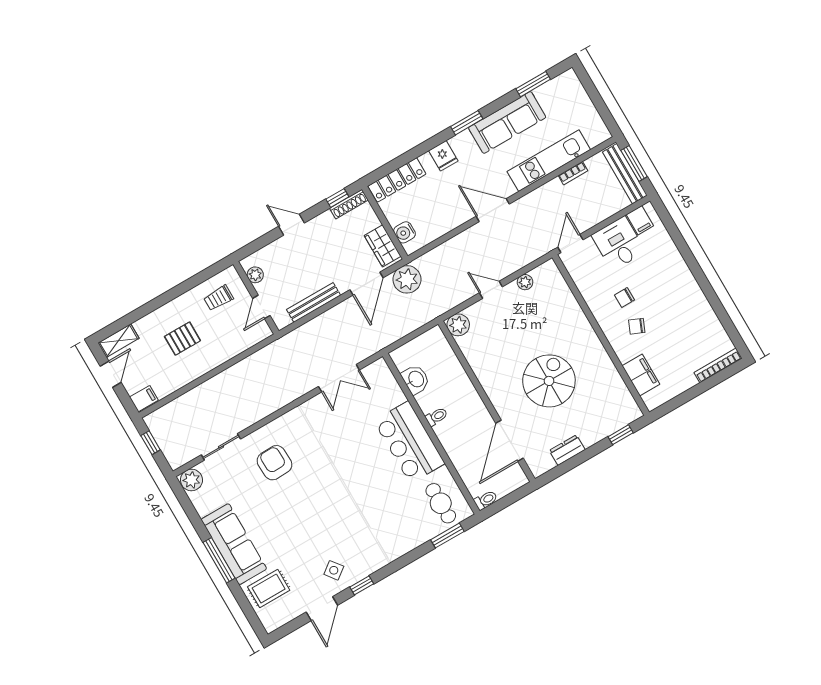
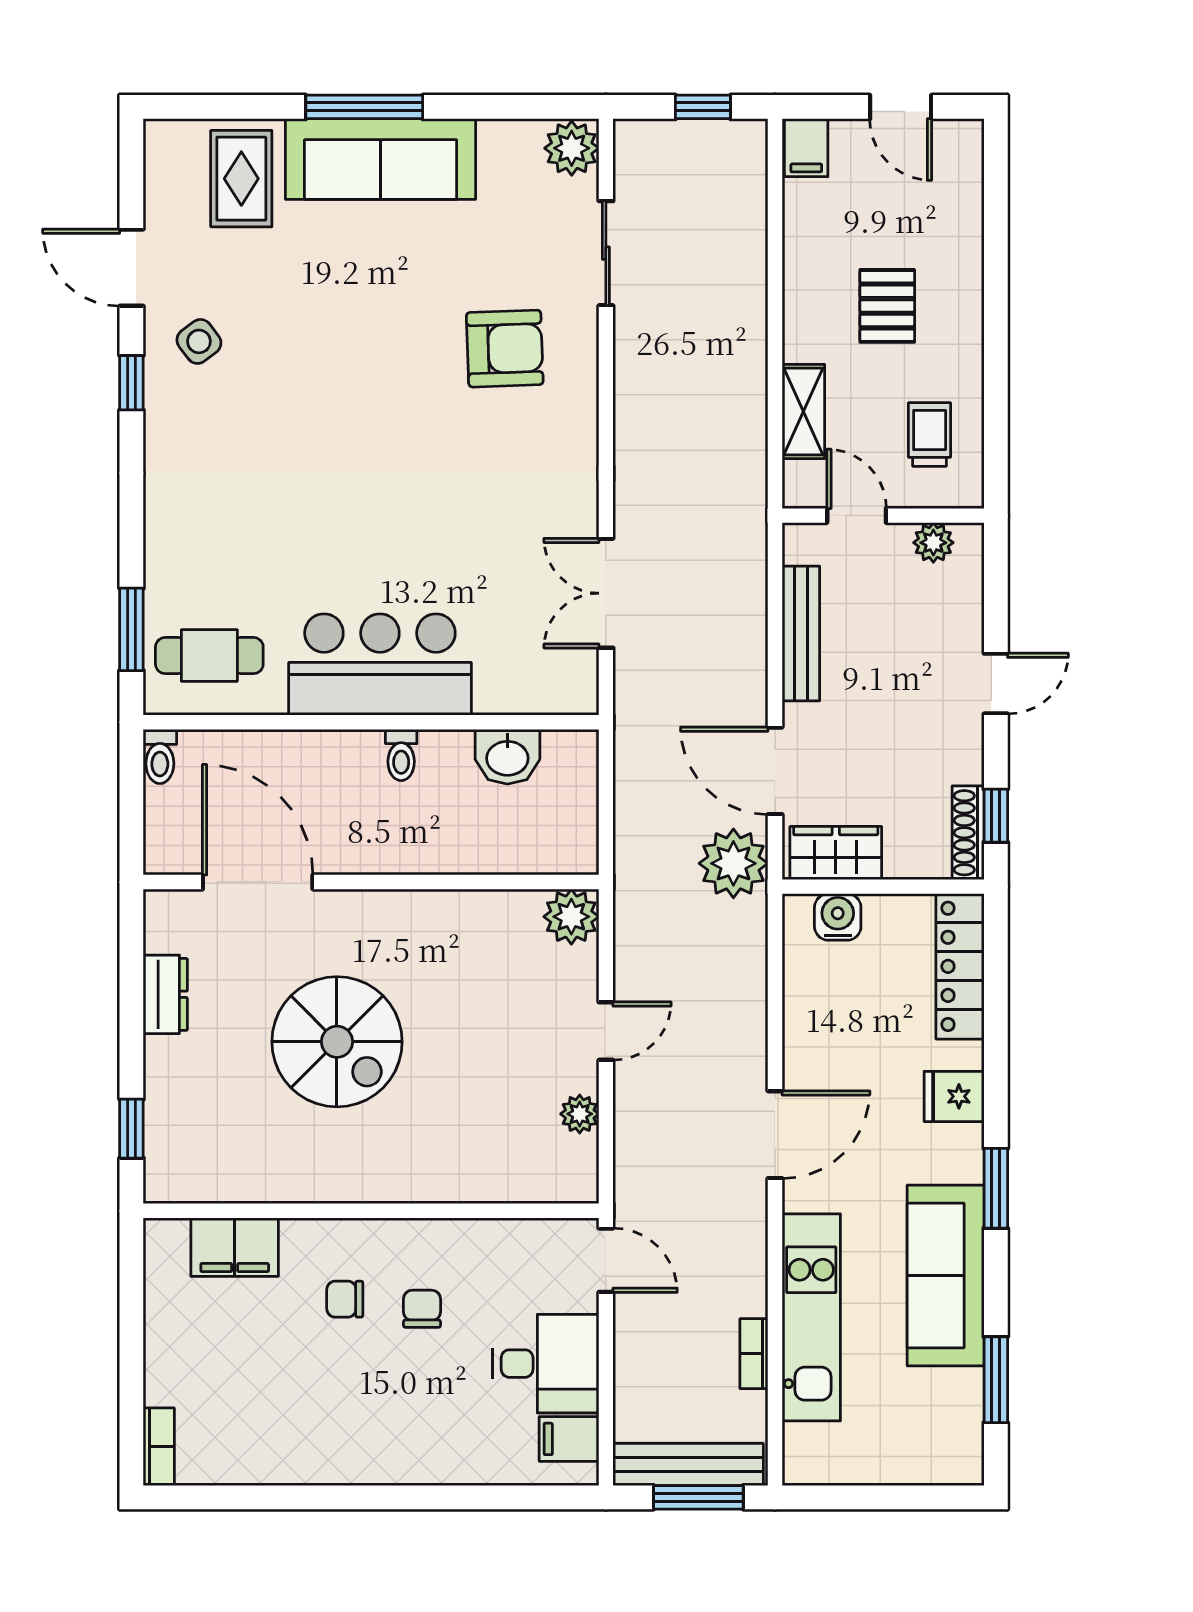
chair: (637, 326) -> (345, 1299), turned -113
shelving: (119, 341) -> (803, 412), moved
bookcase: (718, 365) -> (159, 1447), width x0.64

